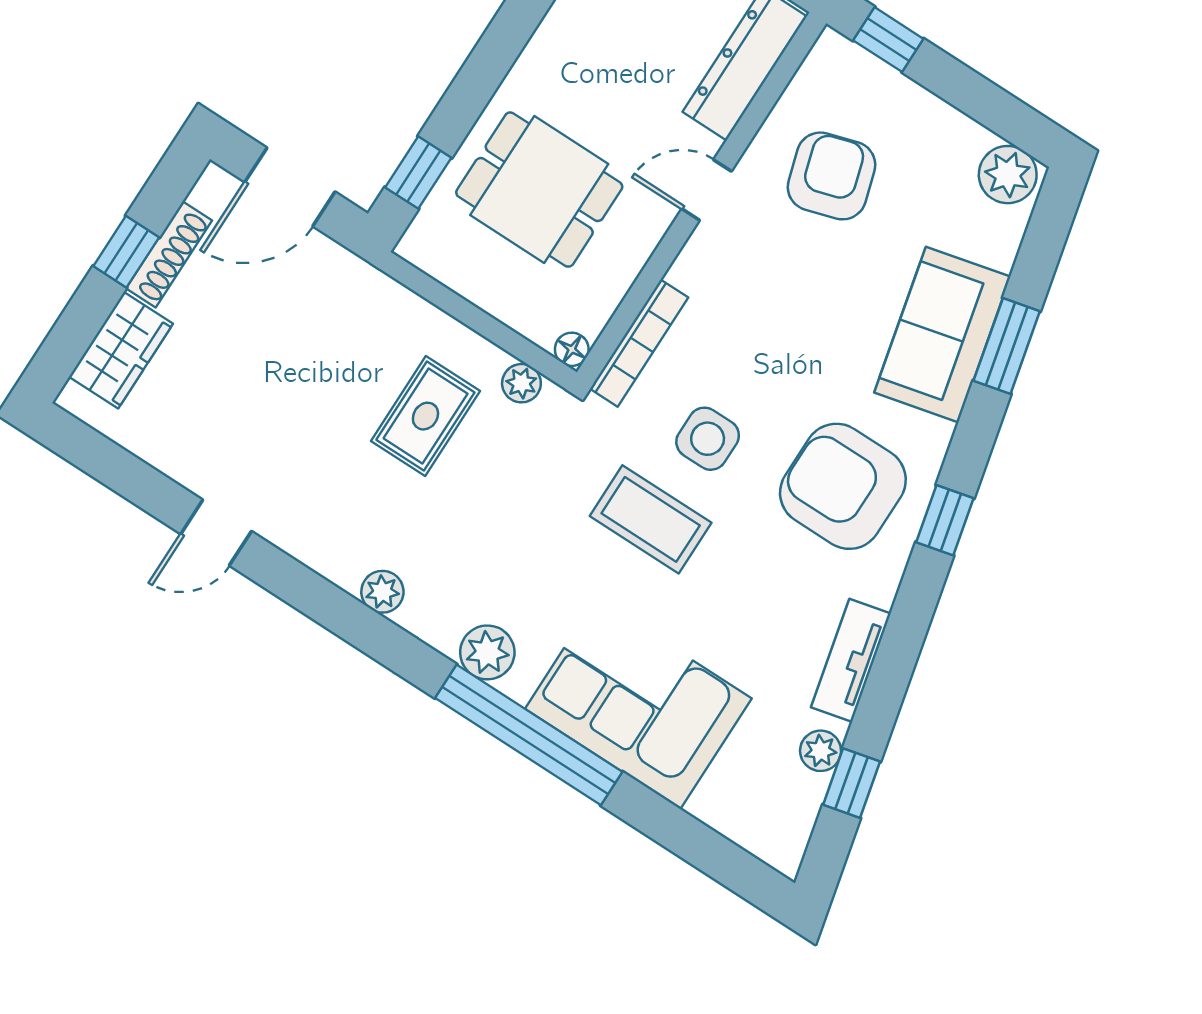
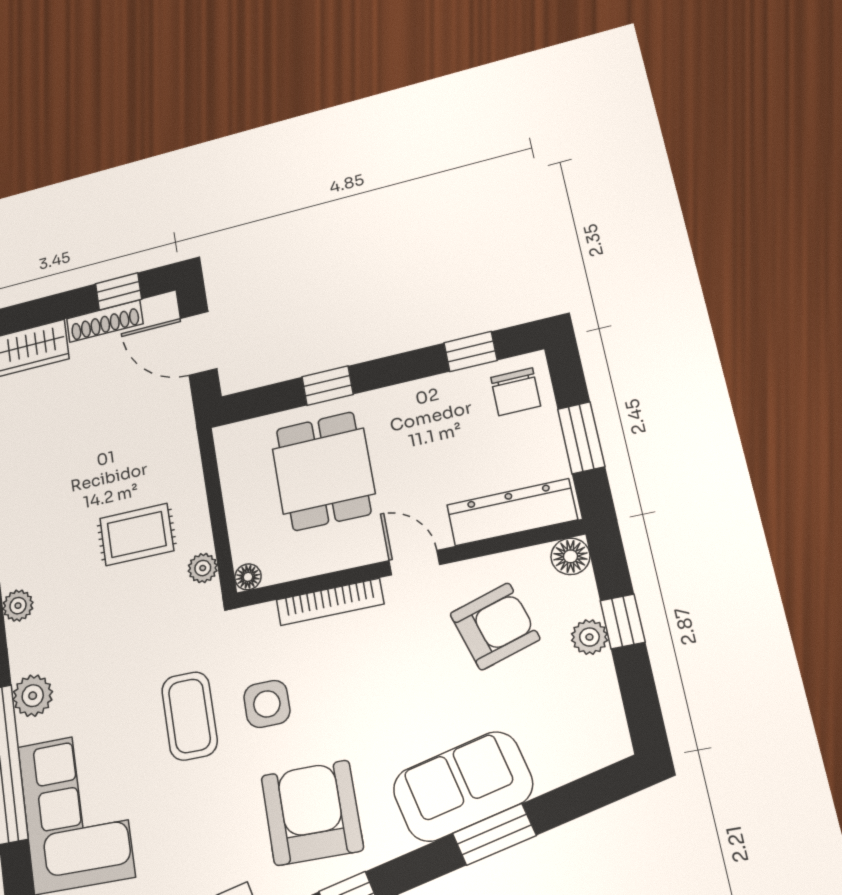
window: (888, 40) -> (623, 621), moved
floor lamp: (833, 54) -> (570, 556), added
window: (418, 173) -> (328, 386), moved
plant: (1008, 175) -> (589, 637), moved, width x0.73, depth x0.73
window: (126, 252) -> (118, 291), moved
bookcase: (639, 343) -> (330, 602), moved

